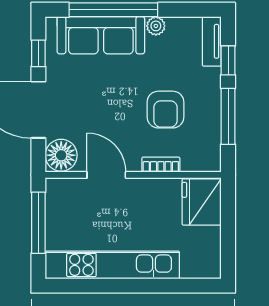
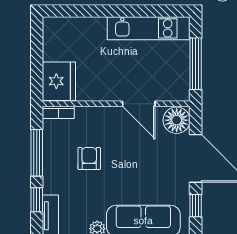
armchair: (165, 110) -> (89, 159), width x0.72, depth x0.72
bookcase: (161, 165) -> (58, 112), moved
kitchen unit: (112, 265) -> (149, 28), width x0.73

